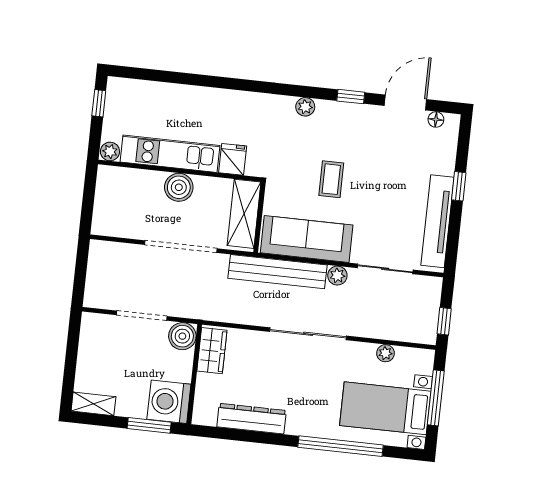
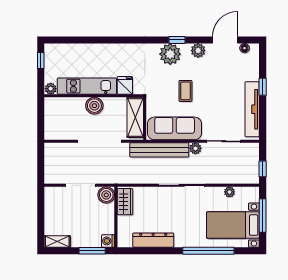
window: (351, 97) -> (177, 40), moved
plant: (305, 107) -> (170, 54), width x1.88, depth x1.88
plant: (359, 115) -> (198, 51), added
washing machine: (169, 402) -> (108, 241), width x0.53, depth x0.53

